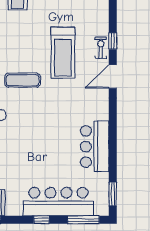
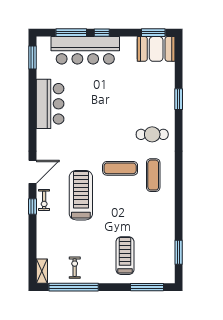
window: (83, 220) -> (71, 33), moved

